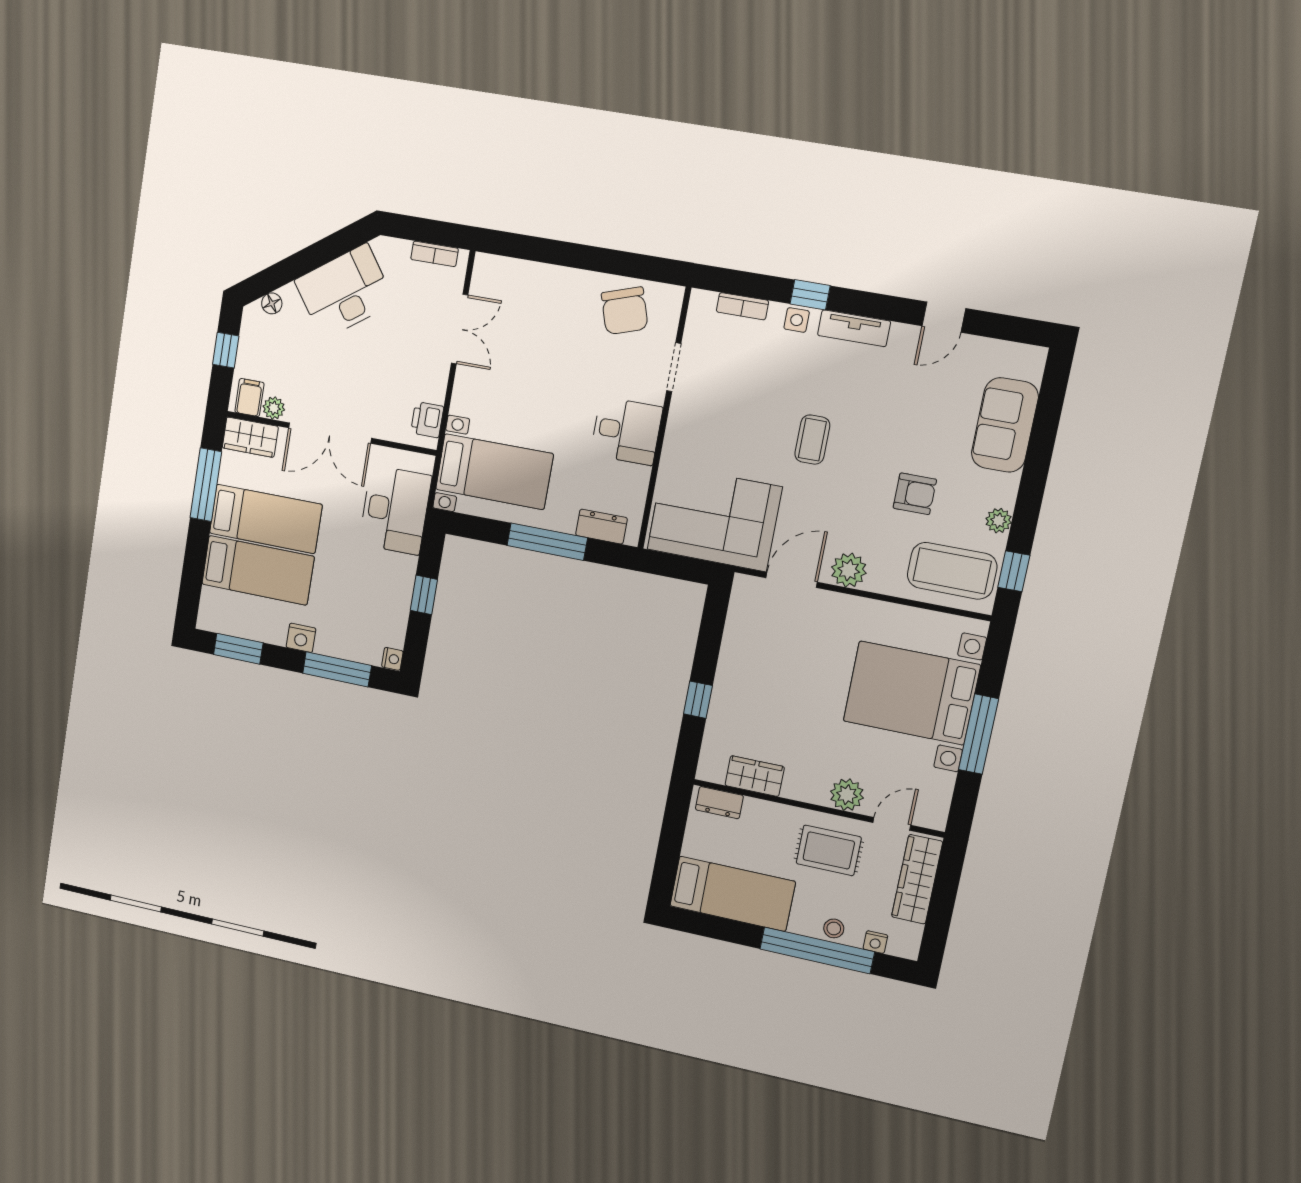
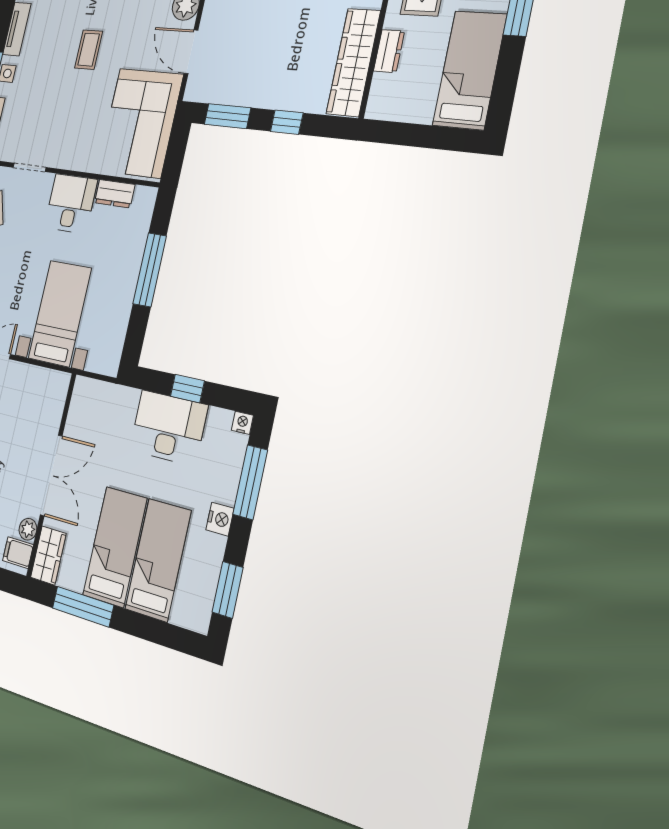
printer: (427, 420) -> (49, 382), removed
coffee table: (812, 440) -> (89, 50), turned 90
bed with nightstands: (494, 472) -> (60, 313), moved
desk: (395, 510) -> (168, 428), moved
dresser: (601, 527) -> (115, 194), moved, turned -90
window: (711, 629) -> (227, 116), added
wardrobe: (755, 776) -> (353, 62), width x2.10, depth x1.17
dresser: (719, 803) -> (389, 51), moved

